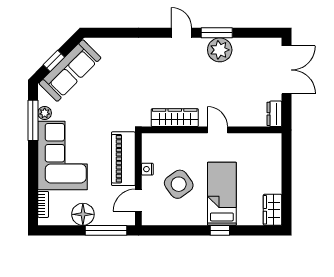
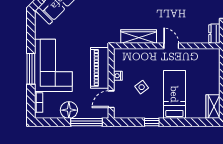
plant: (45, 113) -> (40, 33), removed
window: (33, 120) -> (31, 69), moved
side table: (179, 184) -> (142, 87), width x0.54, depth x0.54
window: (220, 230) -> (152, 122), moved

